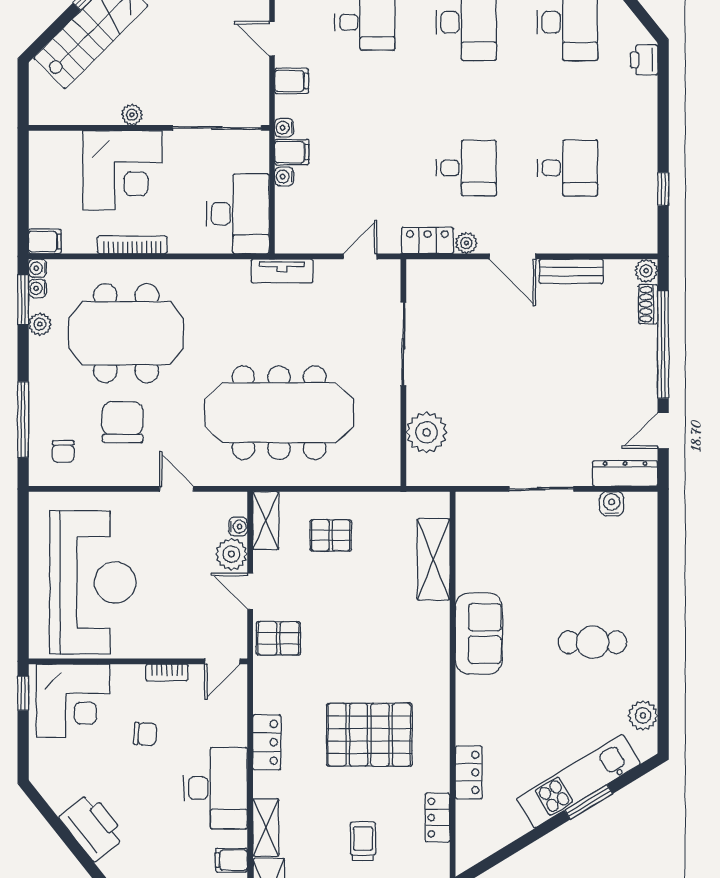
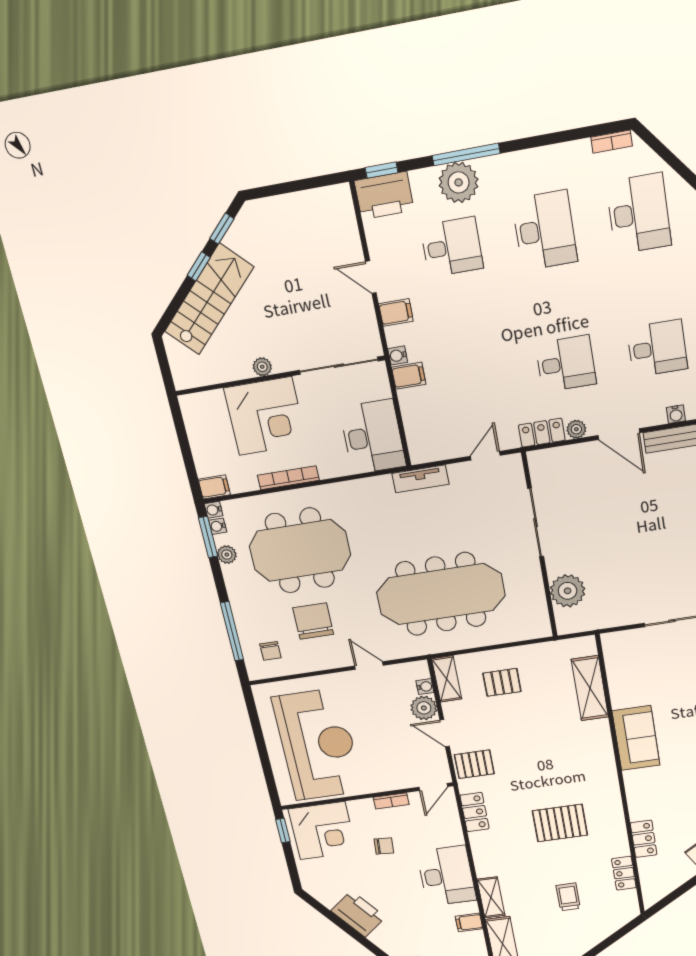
water cooler: (284, 177) -> (676, 414), moved, turned -90
pallet: (369, 735) -> (560, 823), width x0.73, depth x0.71
locker: (267, 742) -> (474, 812), moved

